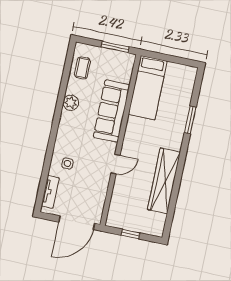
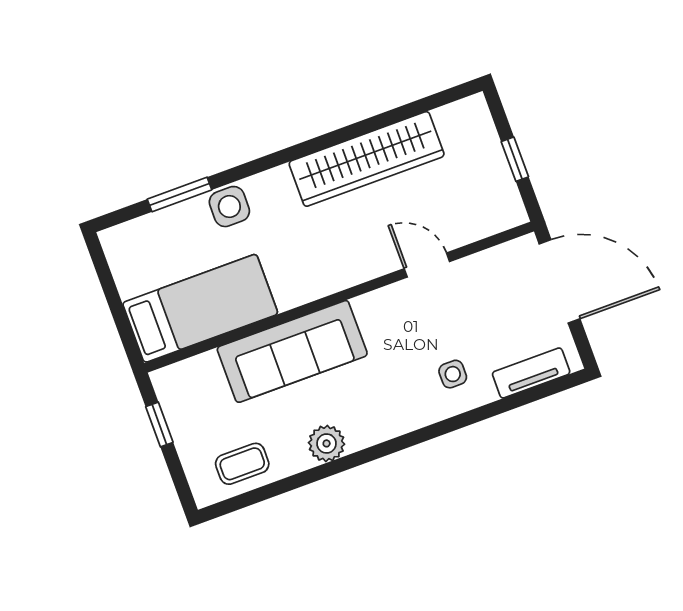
window: (115, 47) -> (159, 424), width x0.67
window: (190, 120) -> (180, 194), moved
side table: (178, 121) -> (229, 207), added
door: (115, 164) -> (427, 265), moved

